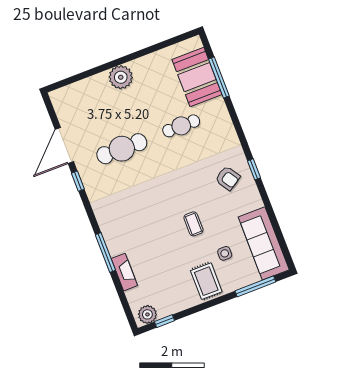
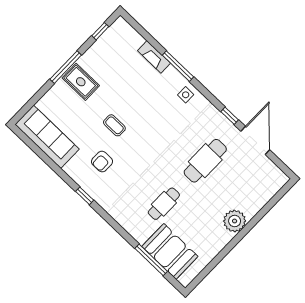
armchair: (228, 178) -> (102, 162), moved, turned -57
side table: (225, 253) -> (186, 95), moved
window: (255, 286) -> (66, 67), moved
plant: (147, 314) -> (117, 30), removed

